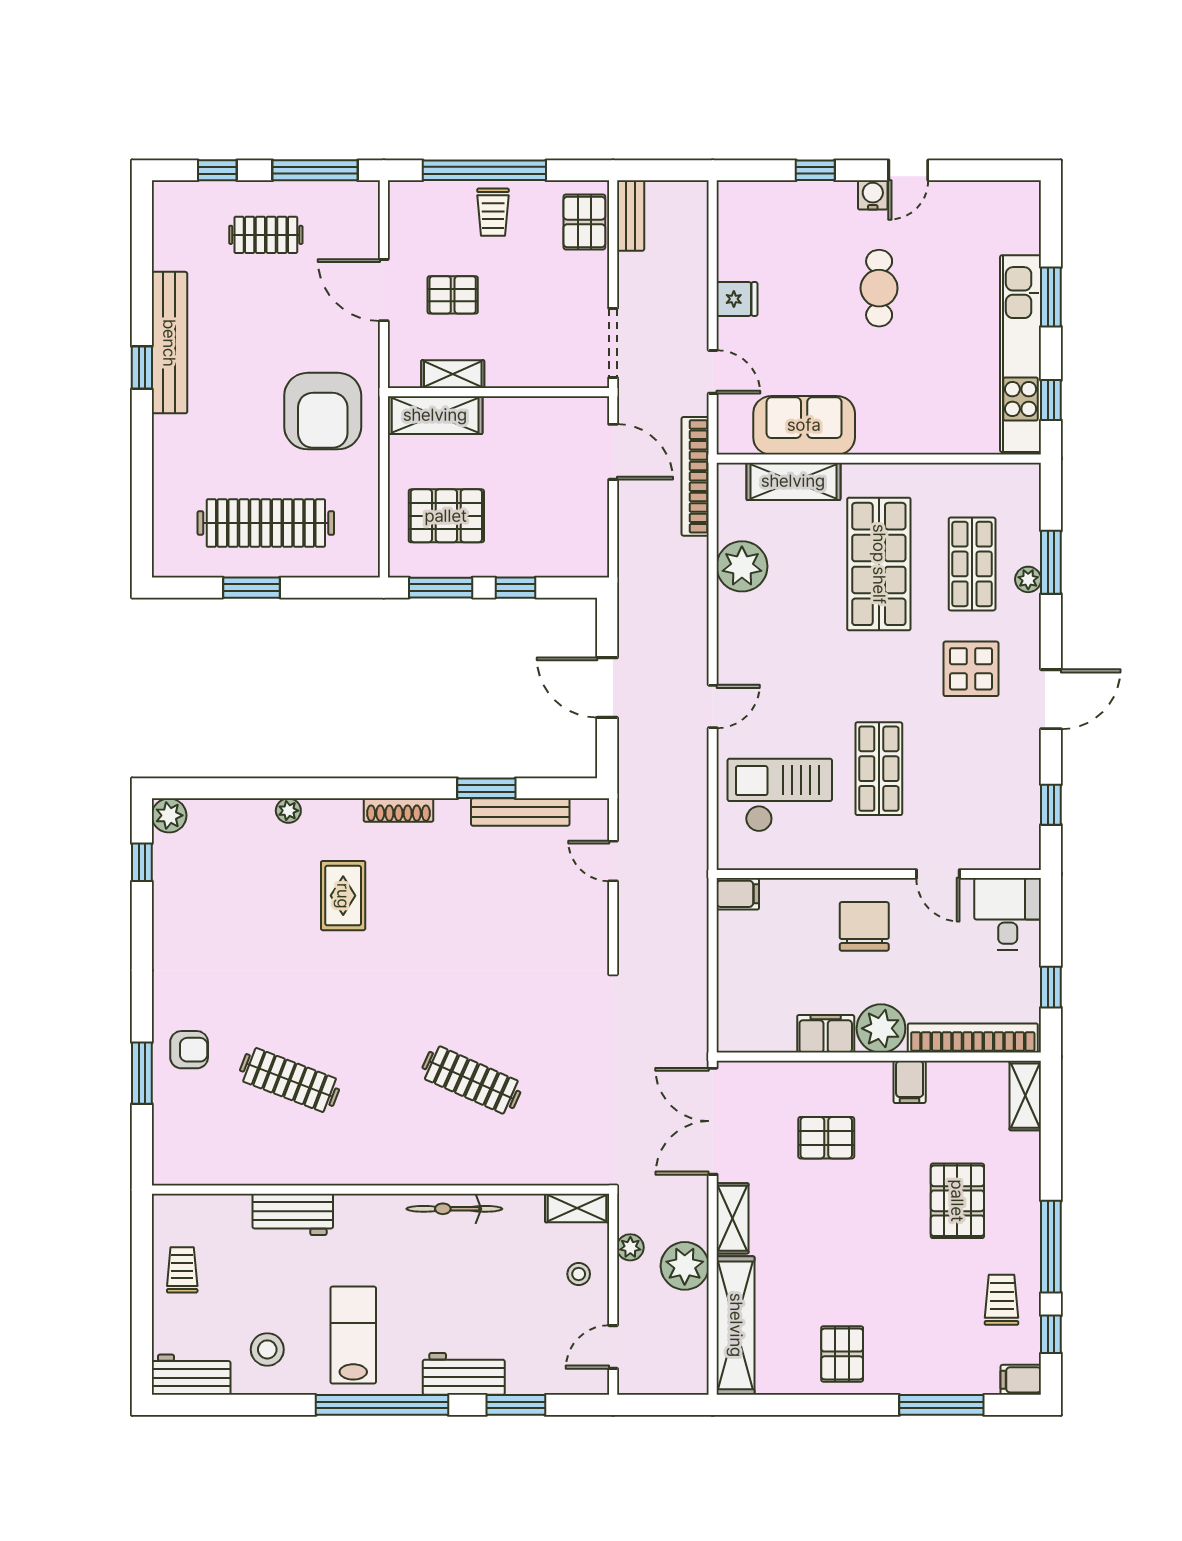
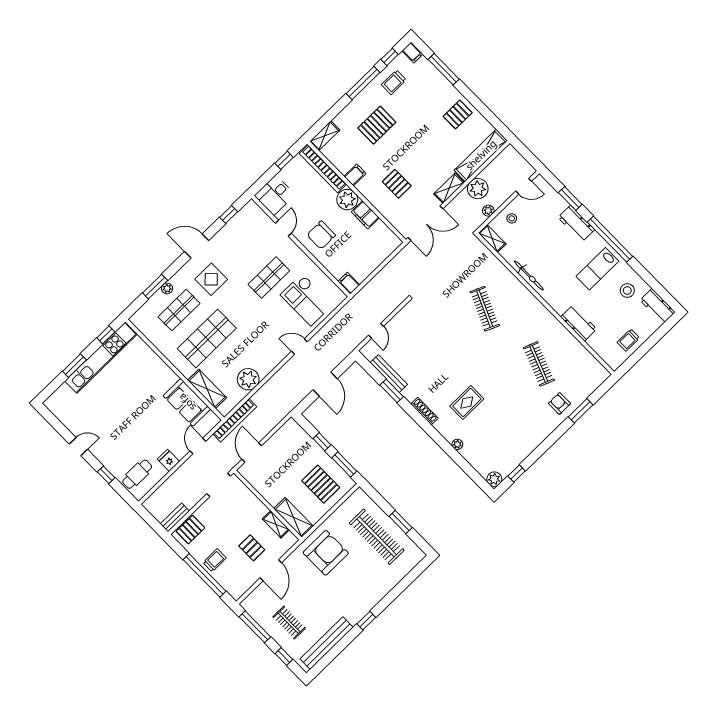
water cooler: (873, 195) -> (96, 450), removed
cafe table: (879, 288) -> (137, 474), moved
bench: (169, 343) -> (327, 643), moved

